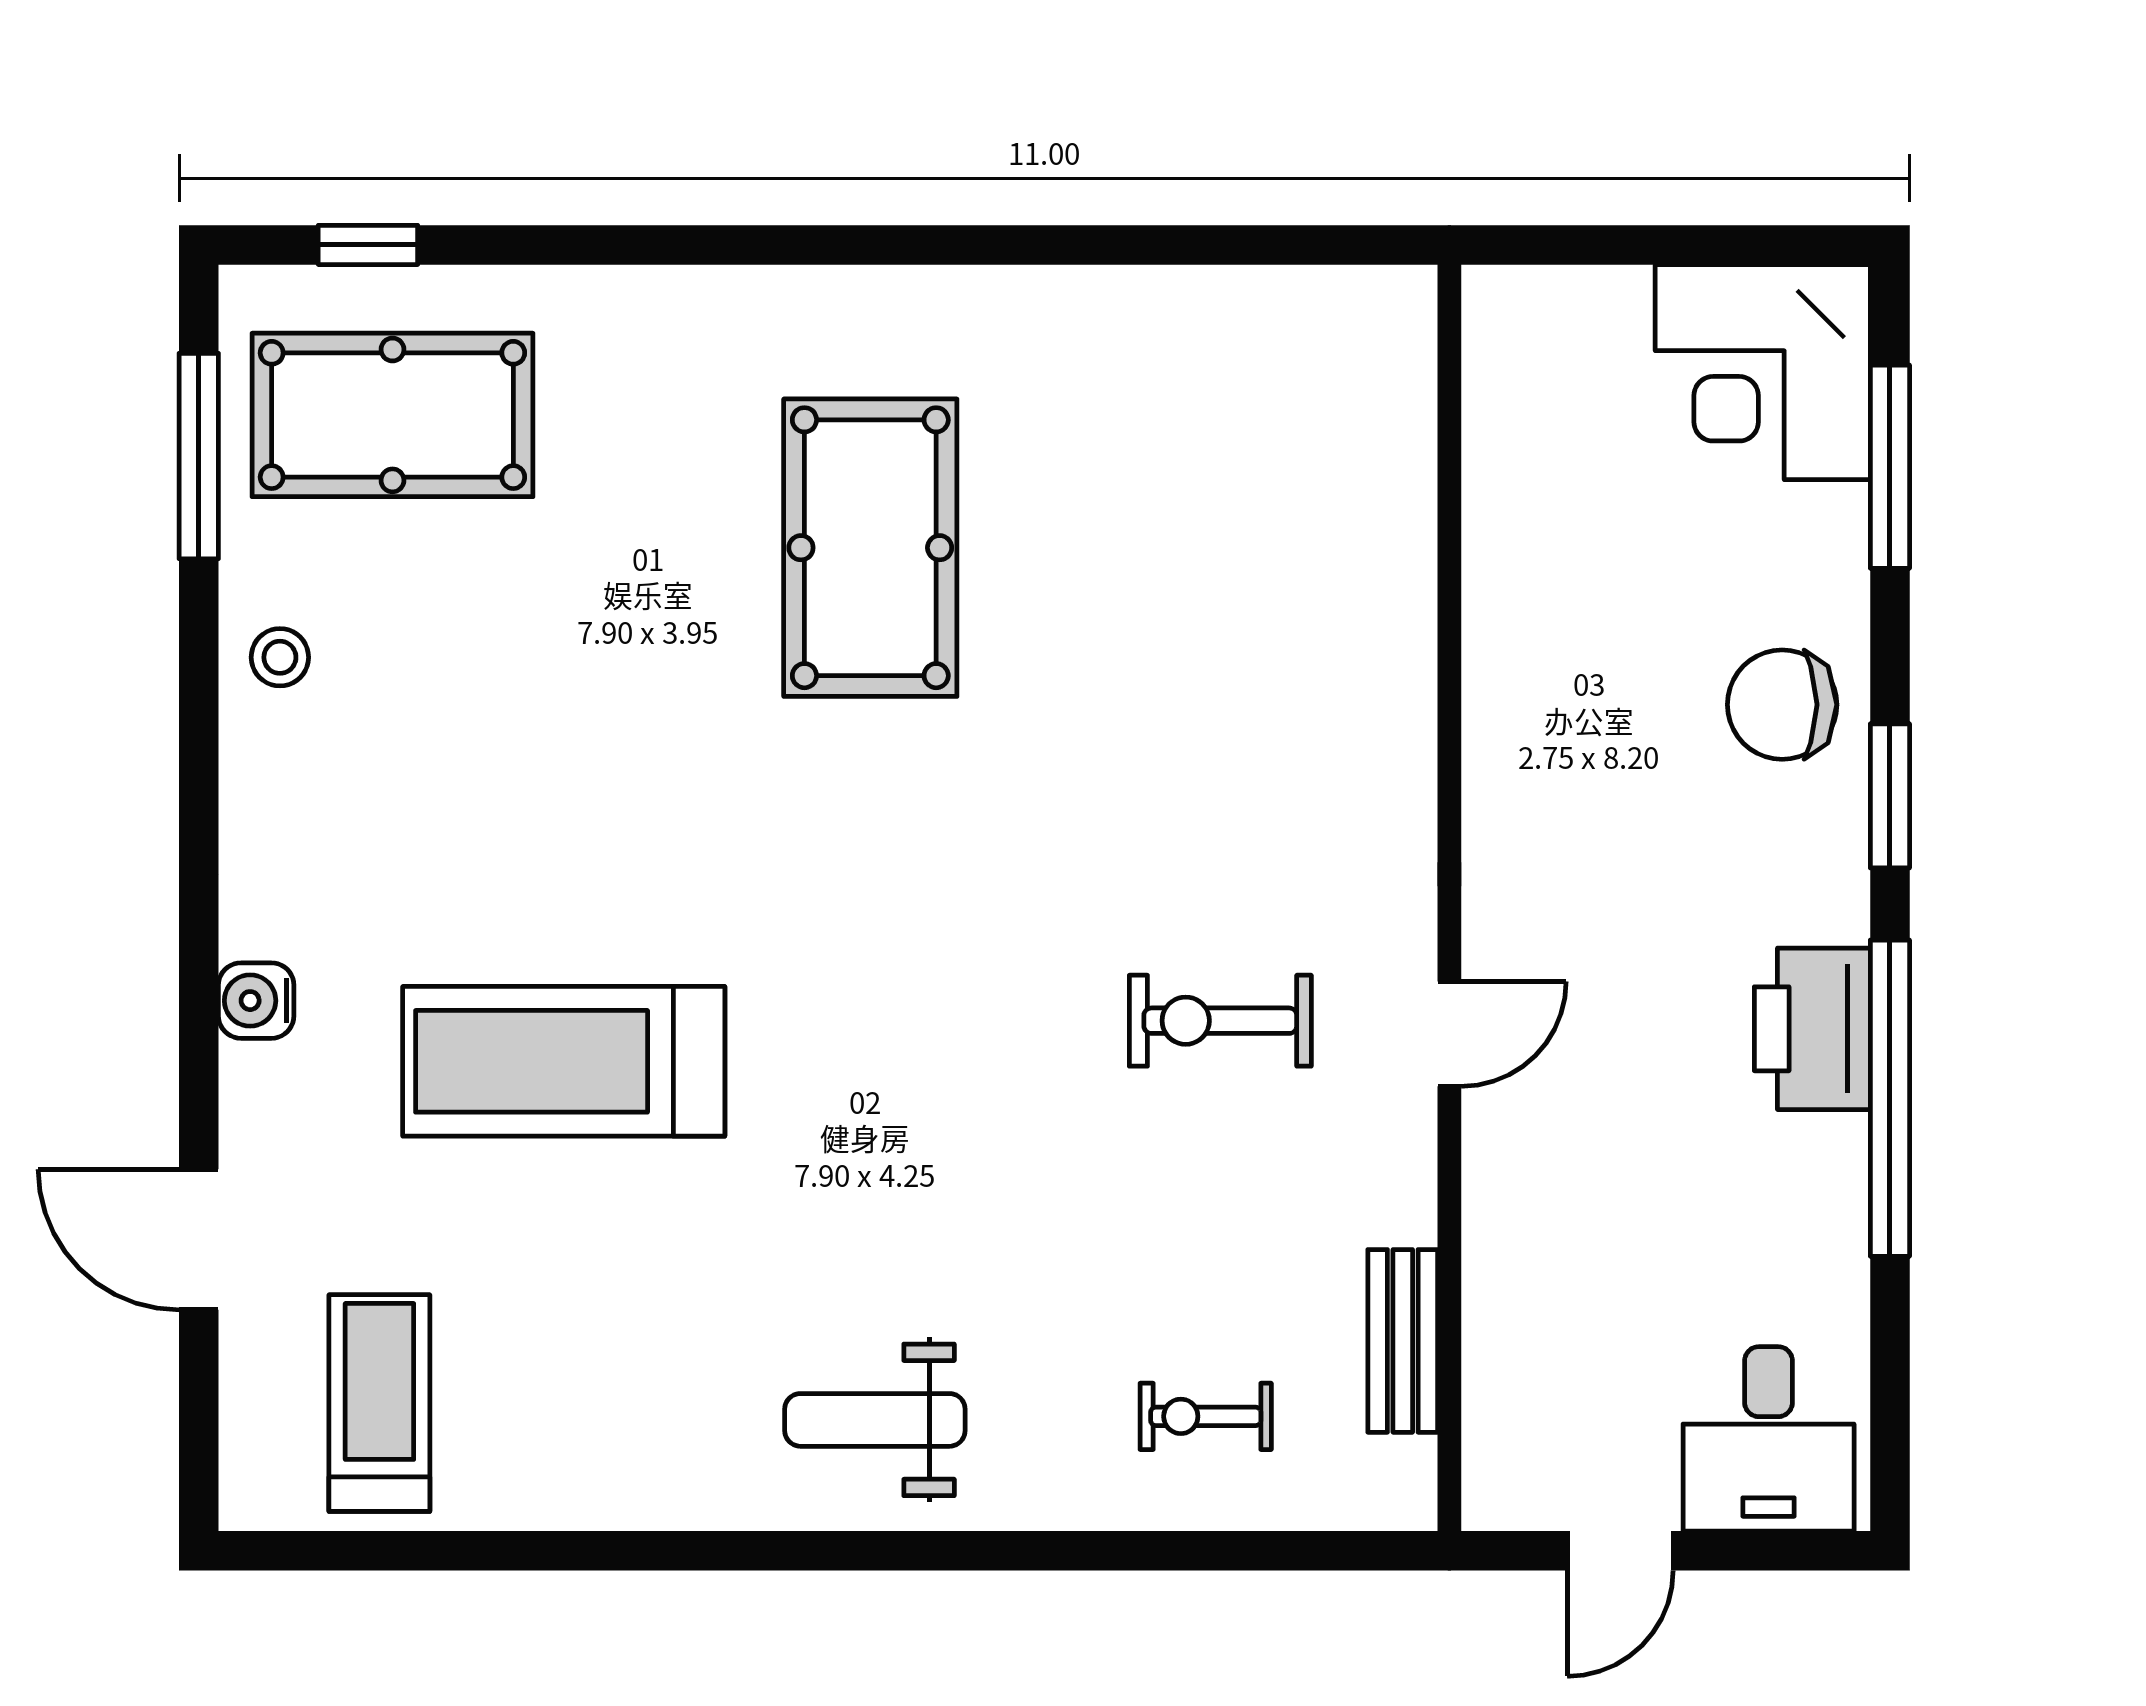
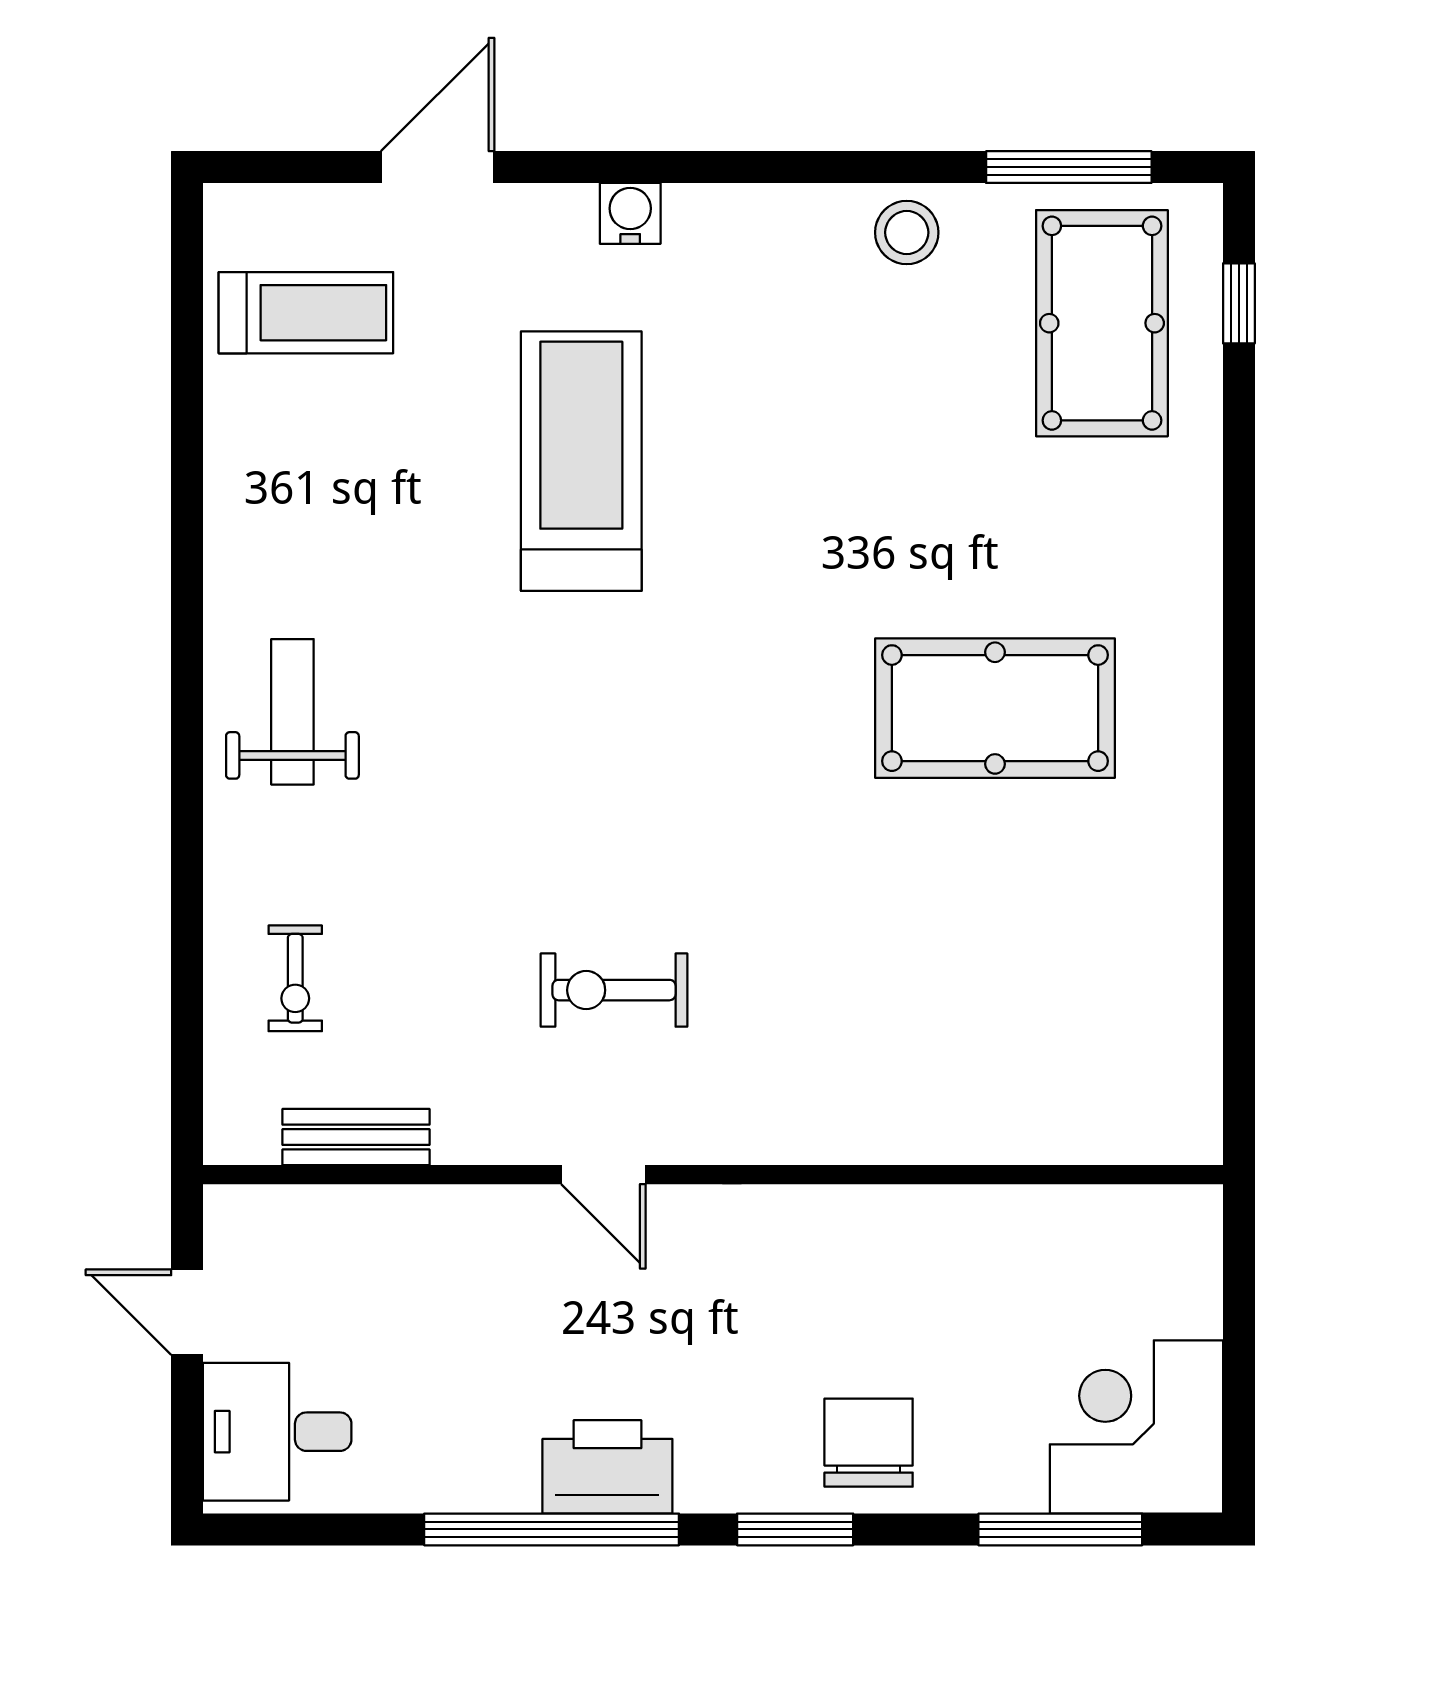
stool: (280, 657) -> (907, 232), width x1.37, depth x1.37
exercise bike: (1220, 1021) -> (614, 990), turned -90
exercise bike: (1206, 1416) -> (295, 978), turned 180

